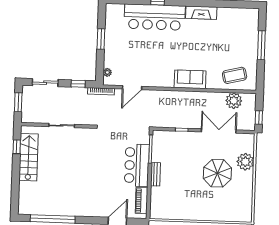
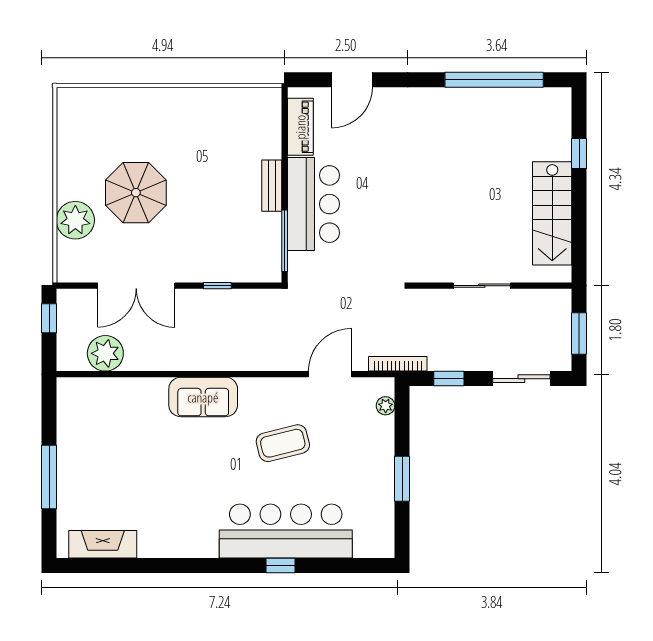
fireplace: (201, 13) -> (103, 544), moved
coffee table: (235, 75) -> (283, 443), moved
window: (17, 147) -> (579, 154), moved

